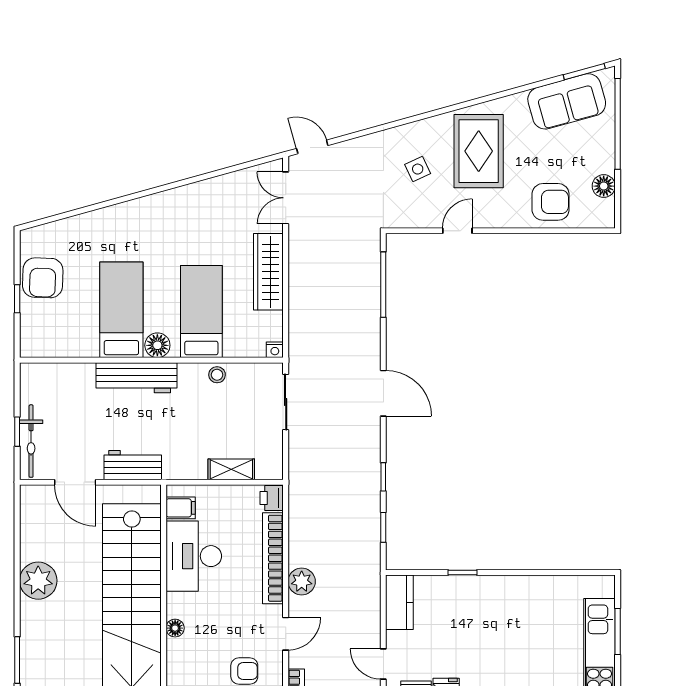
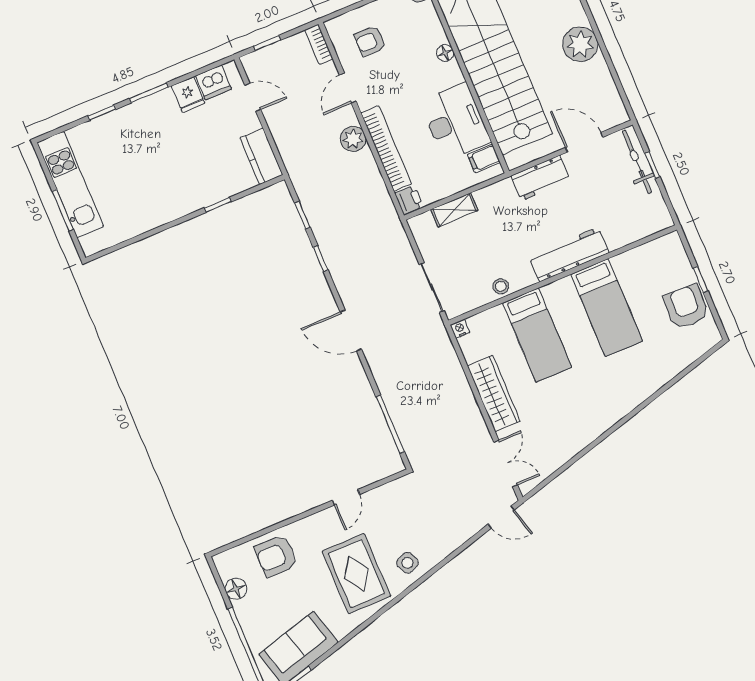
side table: (418, 169) -> (407, 563), moved
floor lamp: (157, 345) -> (563, 290), removed

